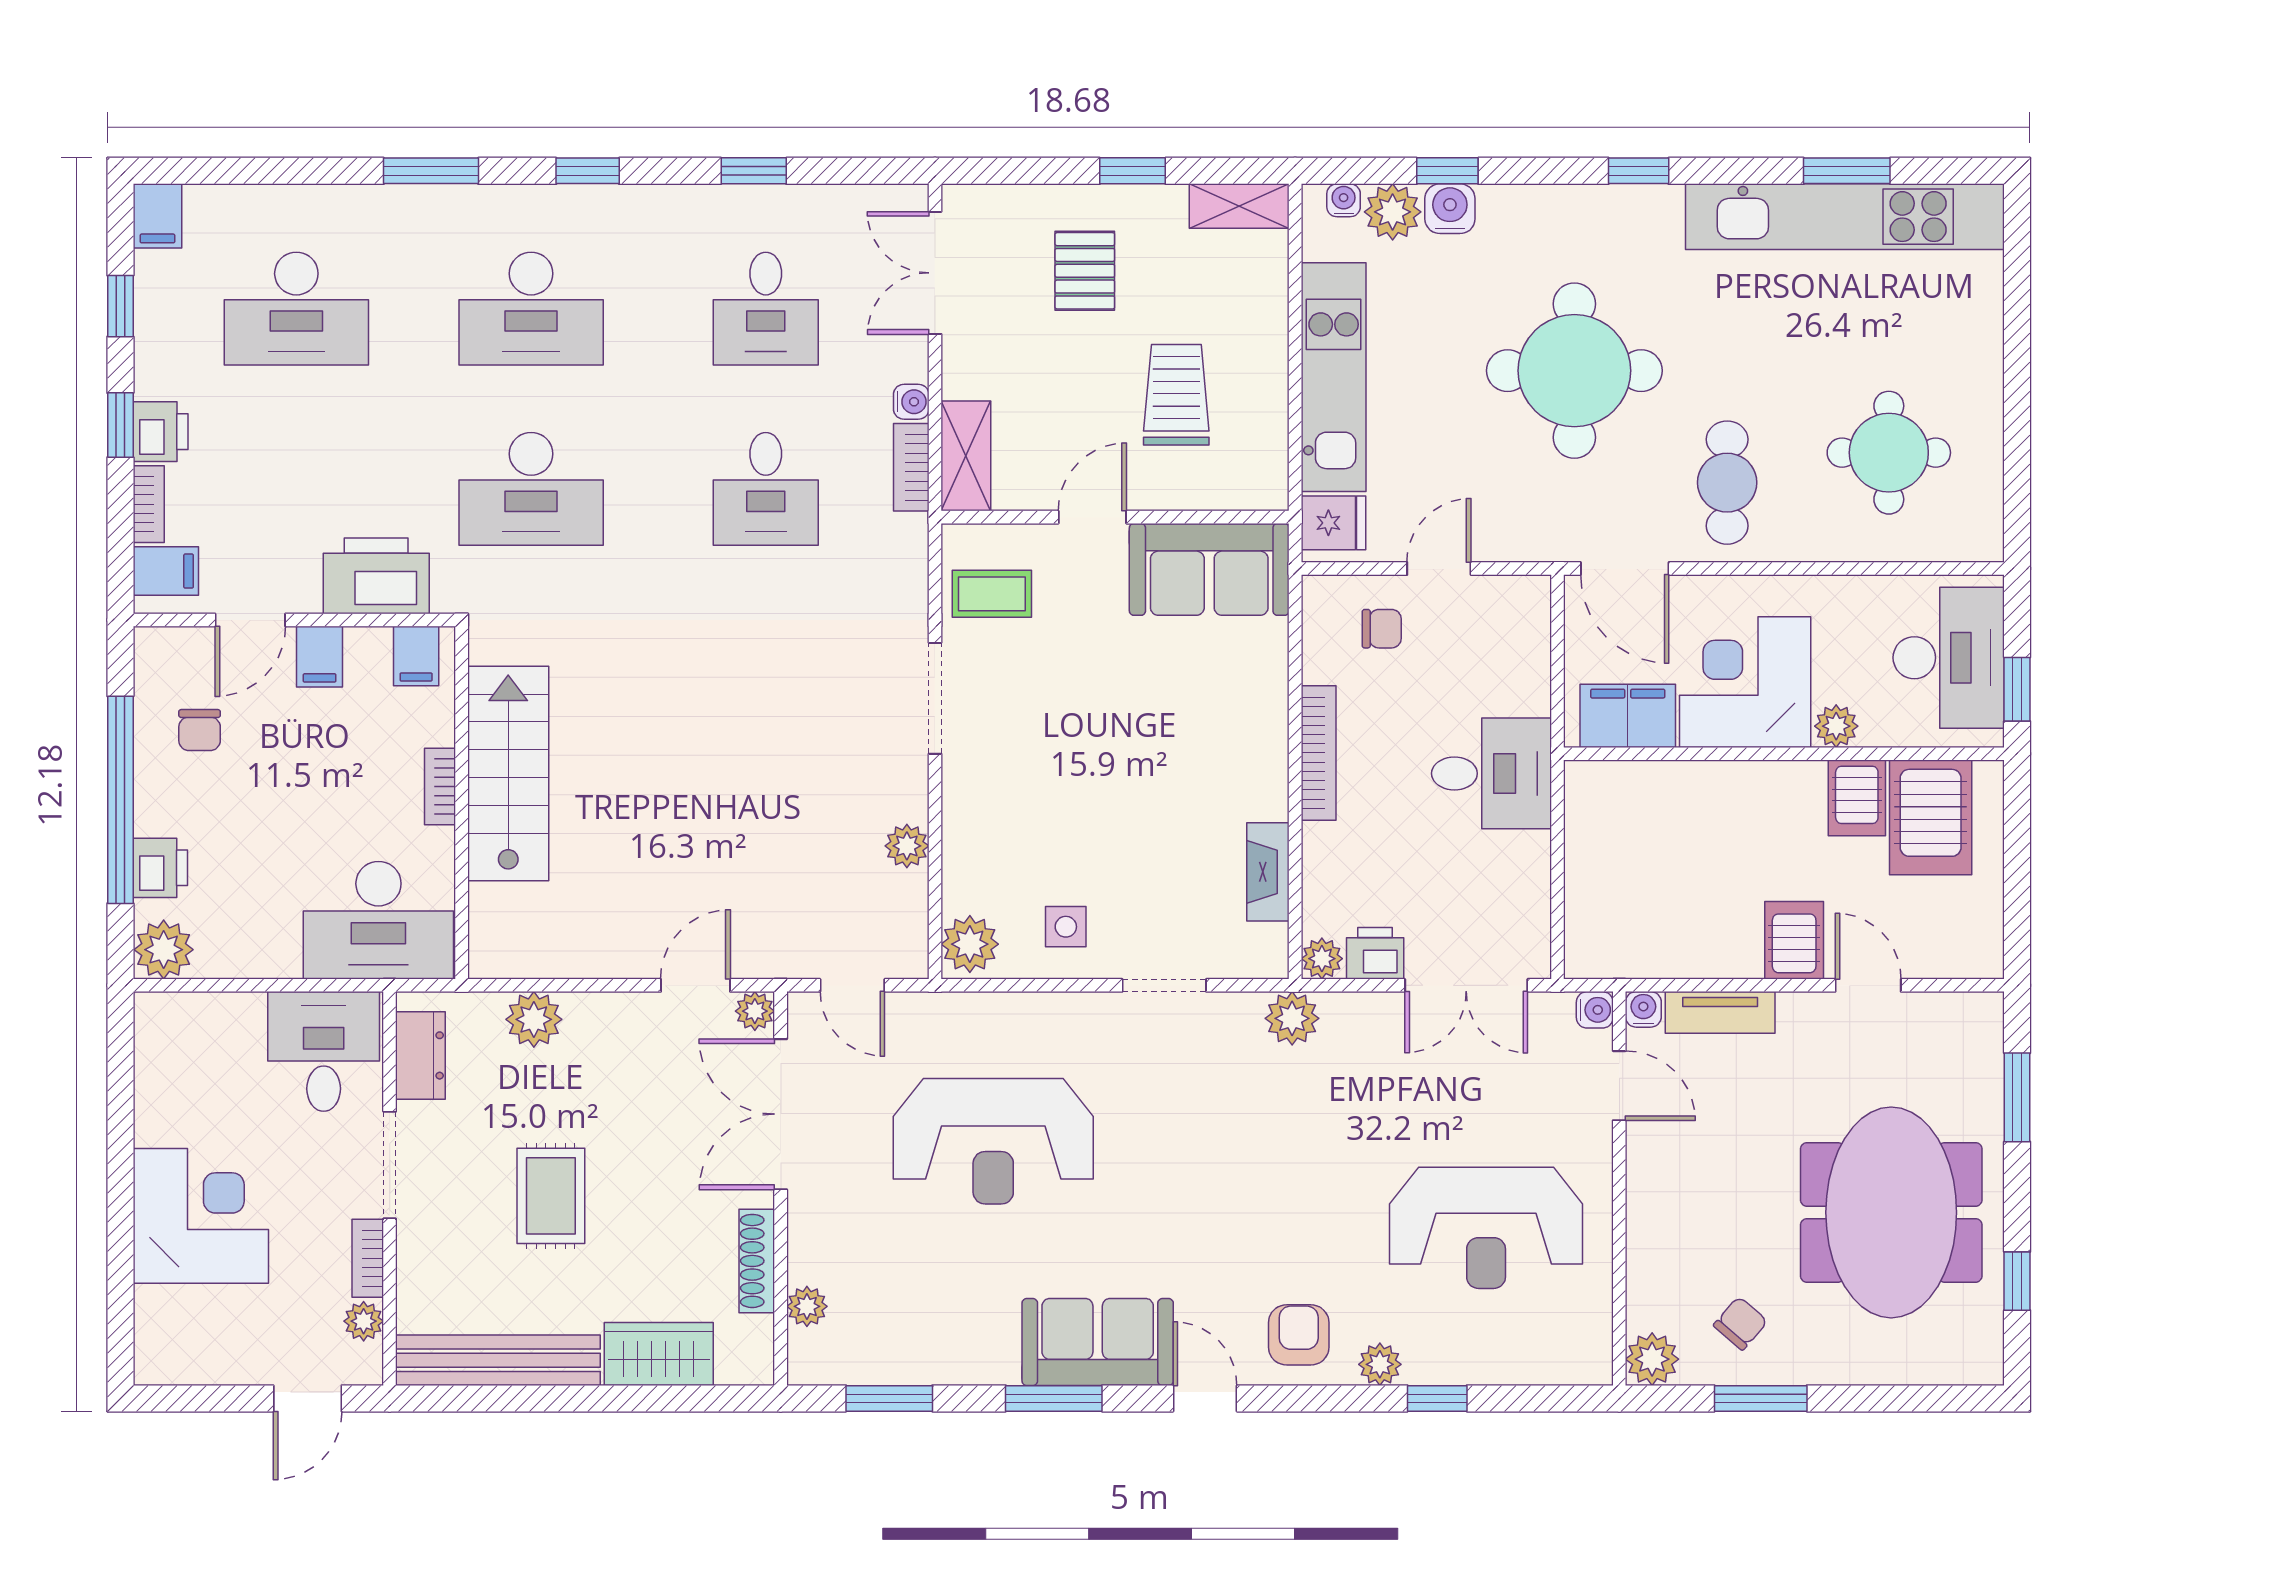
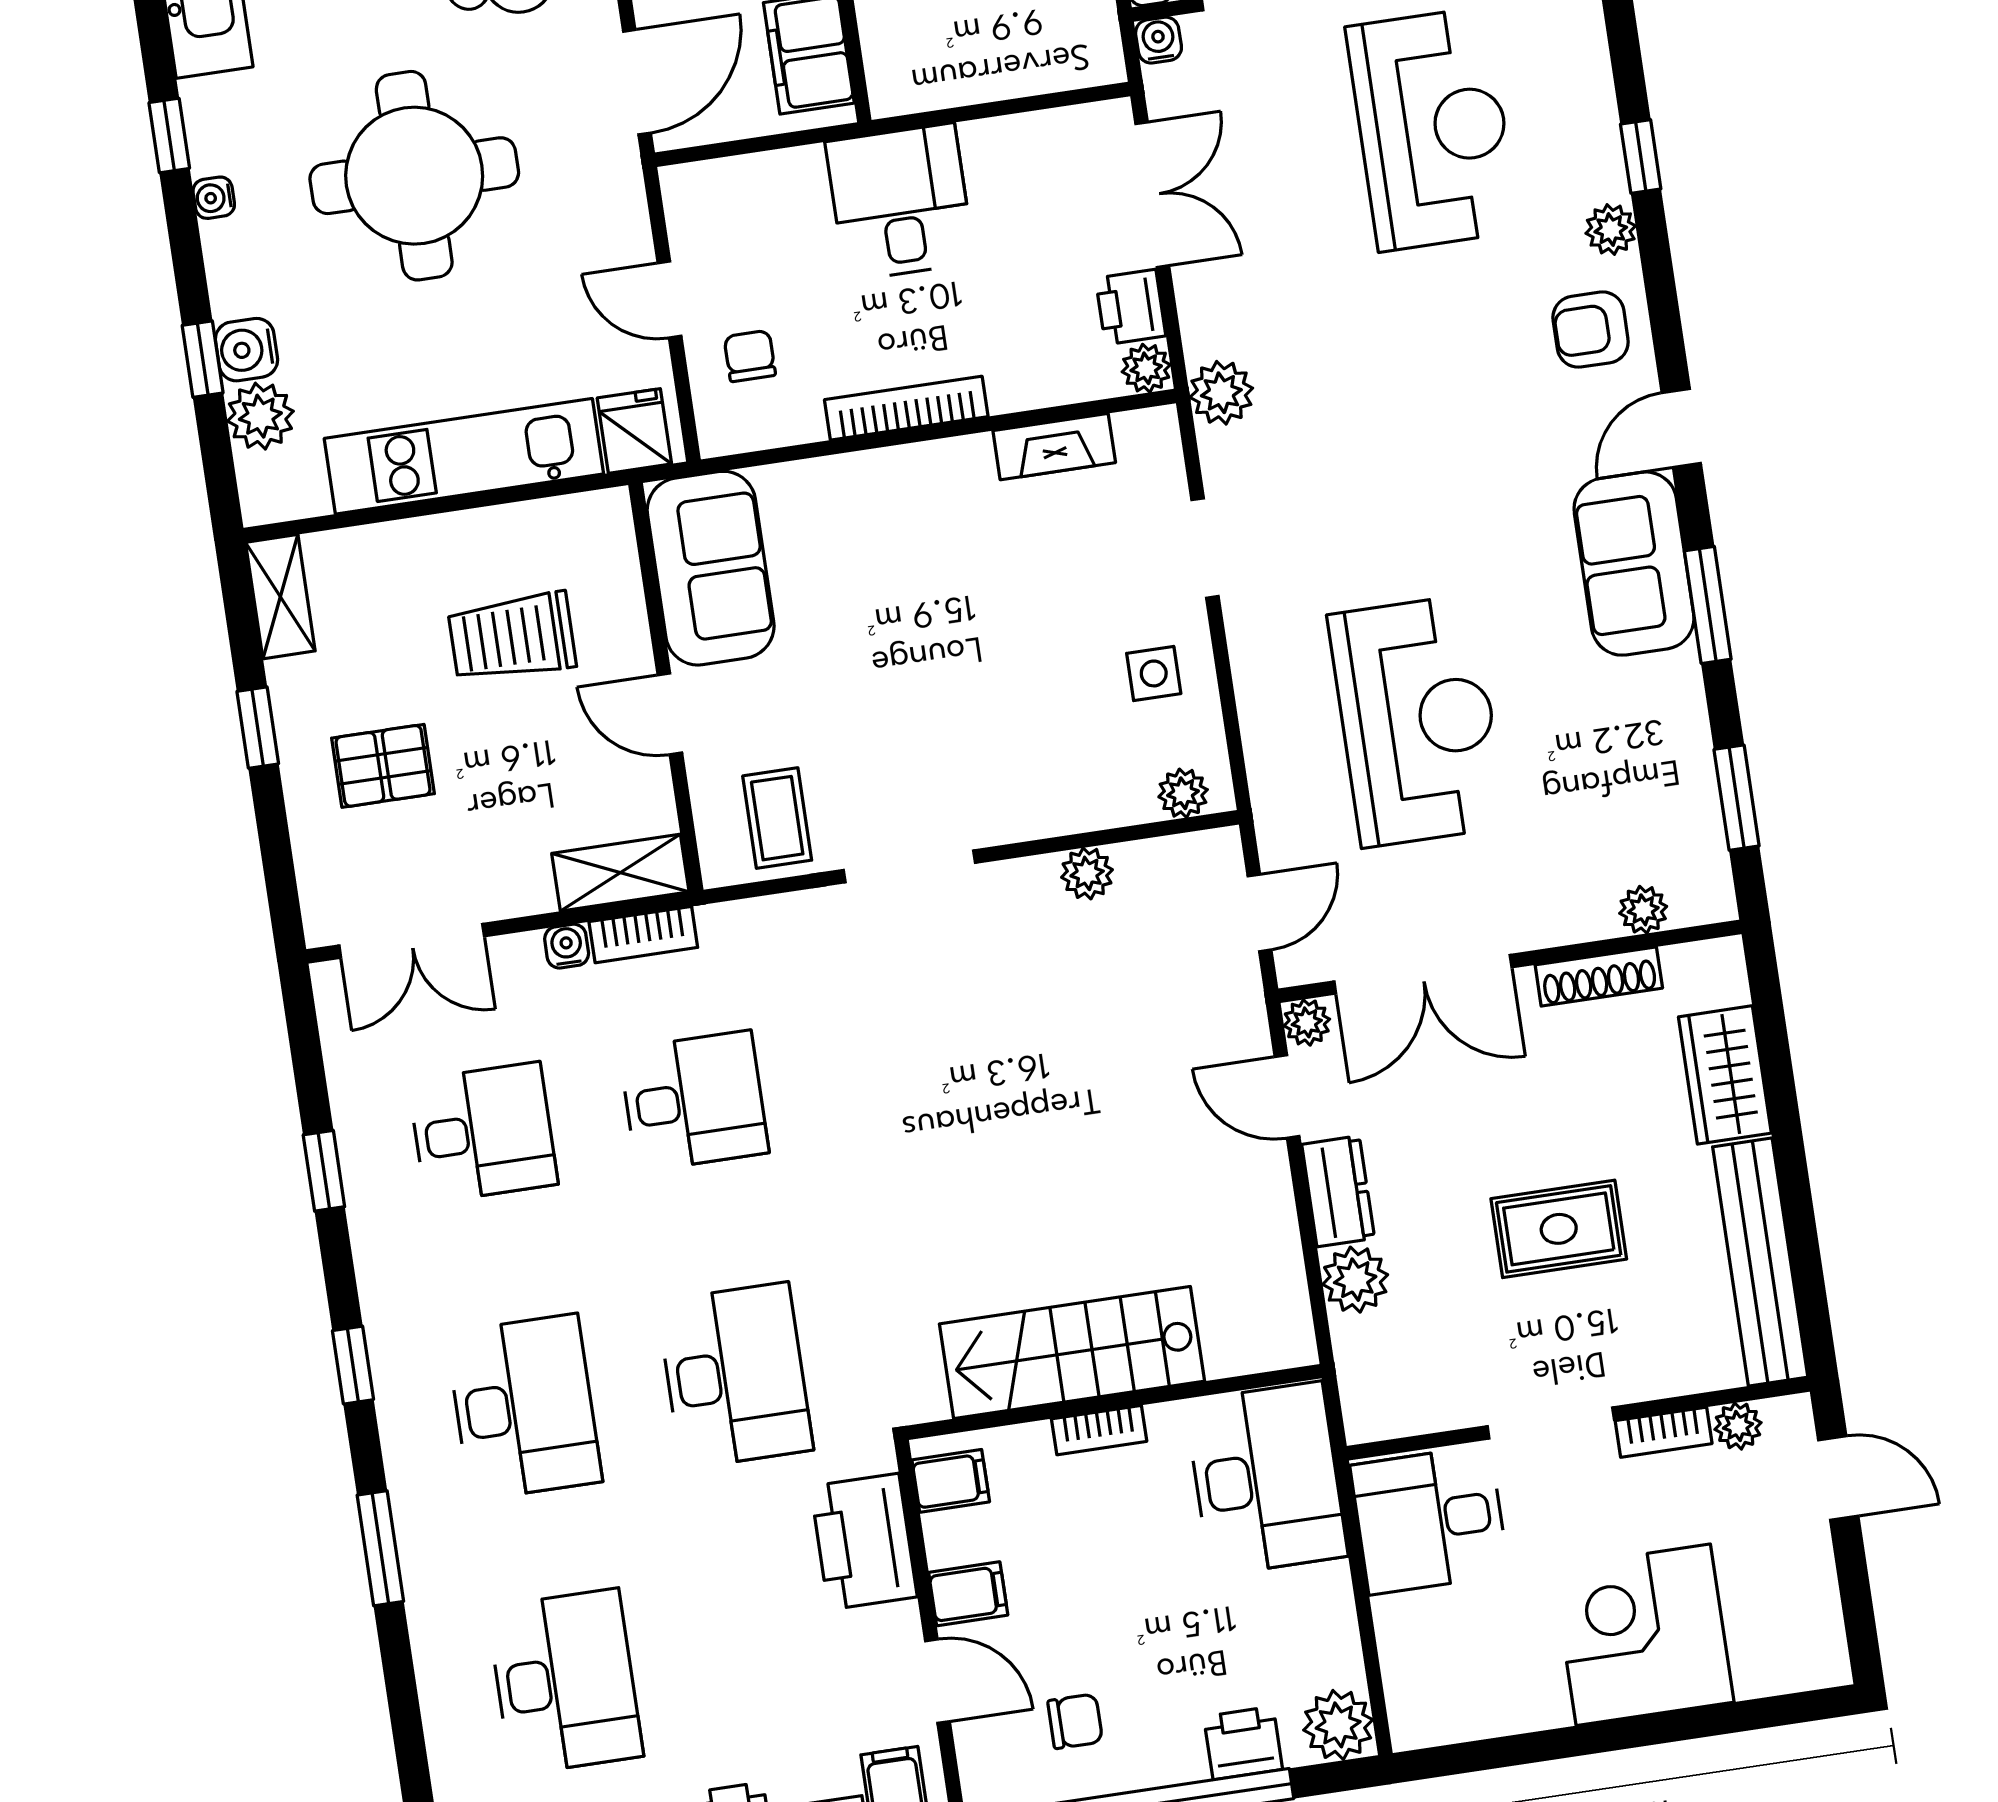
water cooler: (1344, 200) -> (214, 198), moved
plant: (970, 944) -> (1183, 793), width x0.73, depth x0.73
dresser: (420, 1055) -> (1338, 1191), moved, turned 90

